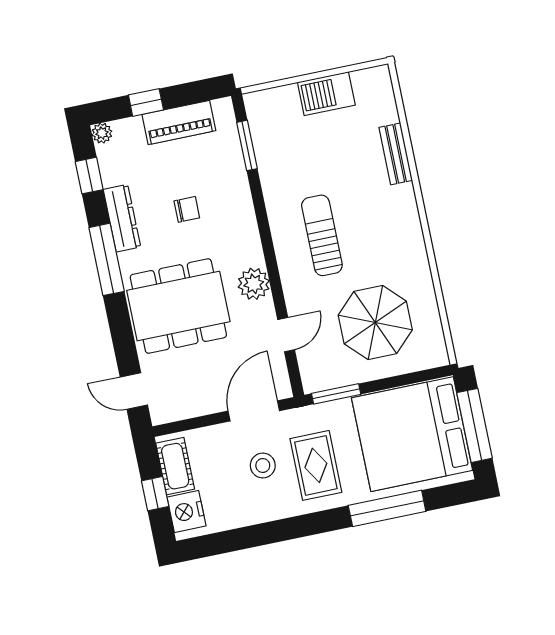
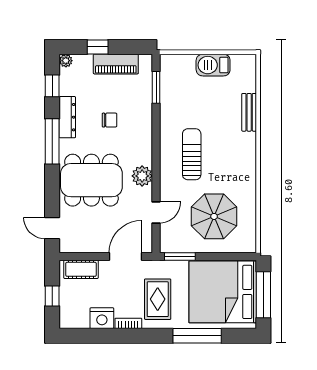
stool: (263, 465) -> (124, 292), removed
cot: (175, 466) -> (81, 269), moved, turned 90
bookcase: (279, 511) -> (128, 323), added
nightstand: (186, 512) -> (102, 318), moved, turned -90

